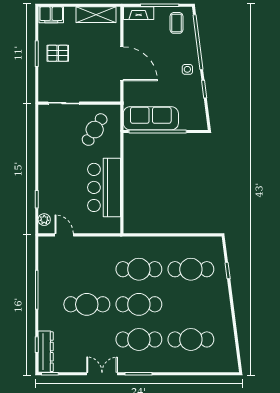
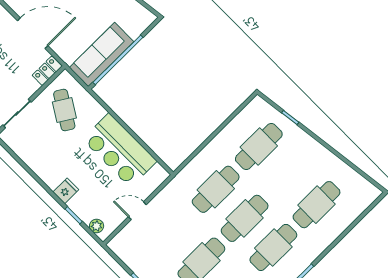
locker: (108, 95) -> (47, 71), added
fridge: (47, 180) -> (66, 191), added
door: (64, 235) -> (137, 211), moved

